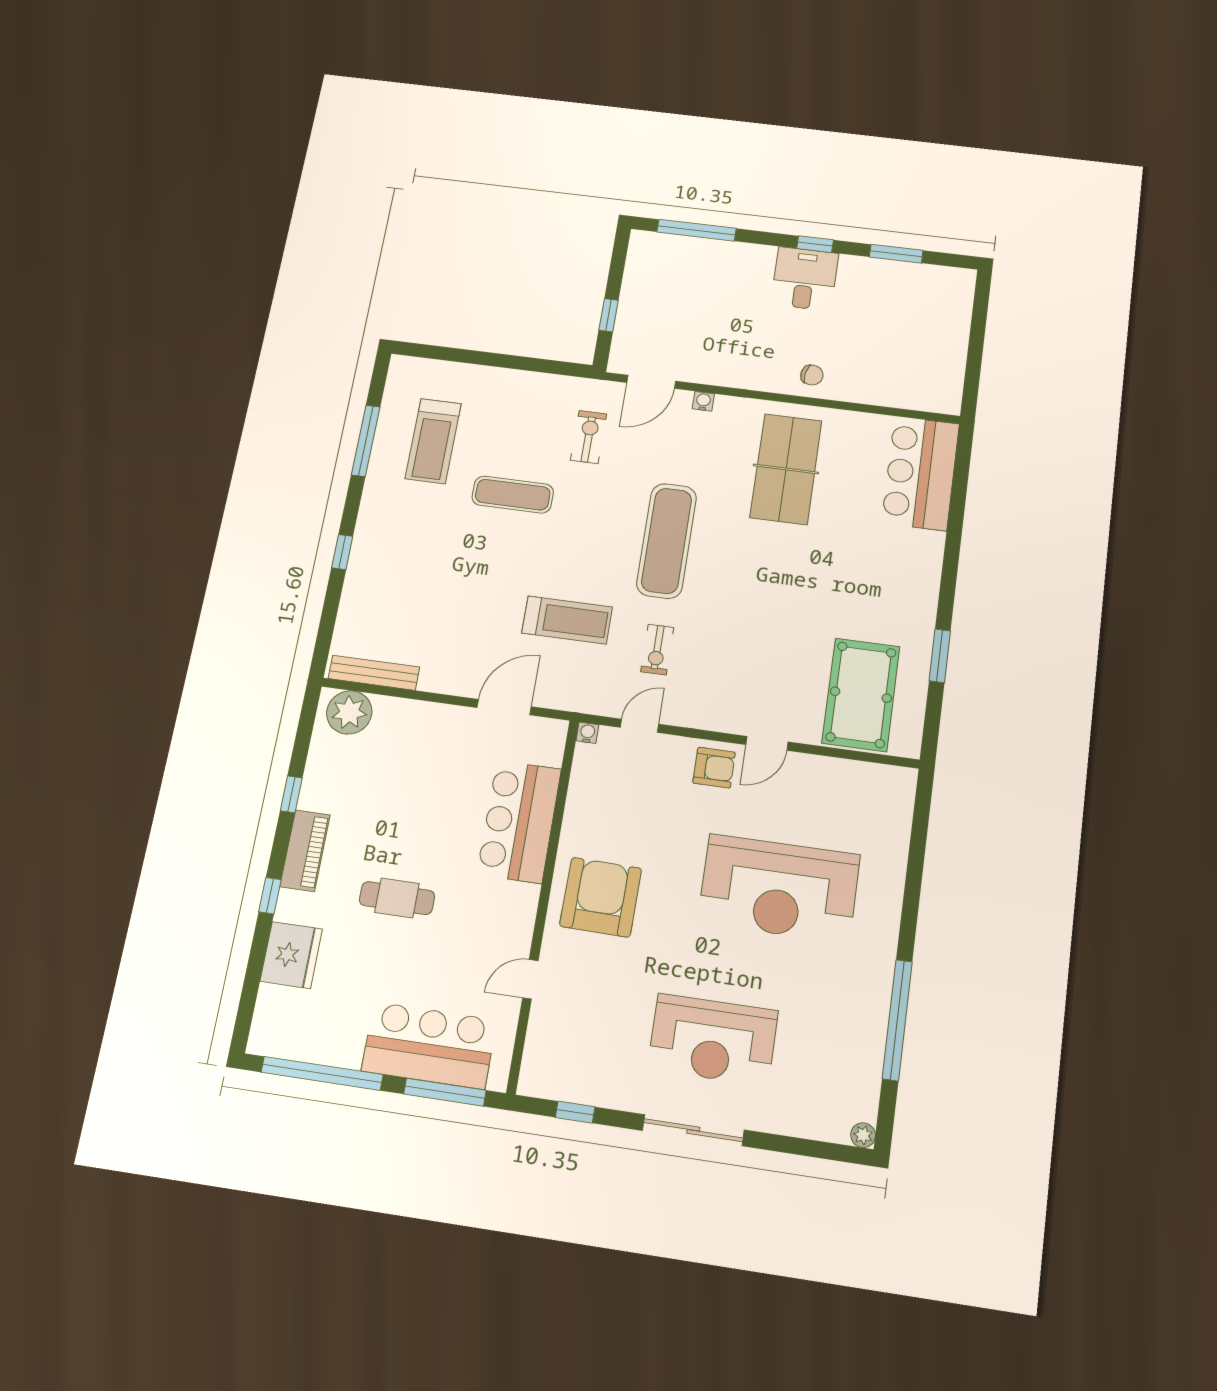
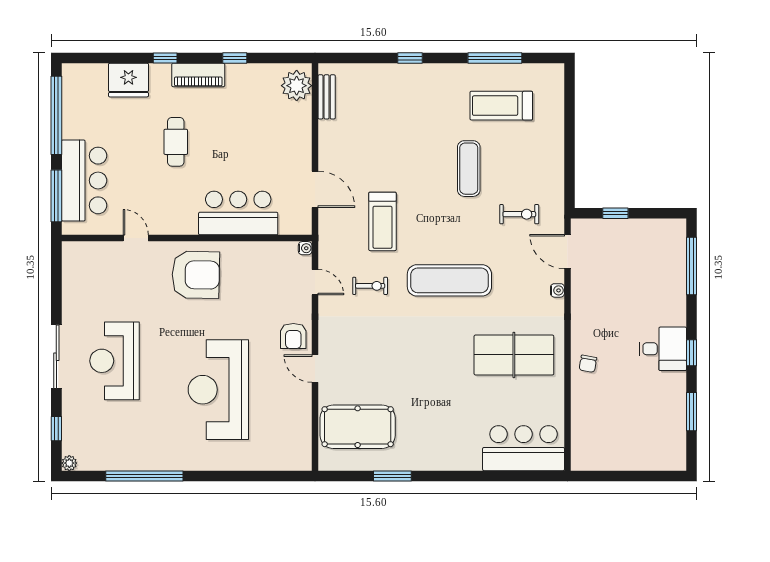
exercise bike: (657, 650) -> (370, 286), turned 180
bench: (374, 673) -> (327, 97), width x0.73
window: (575, 1112) -> (56, 429), moved

